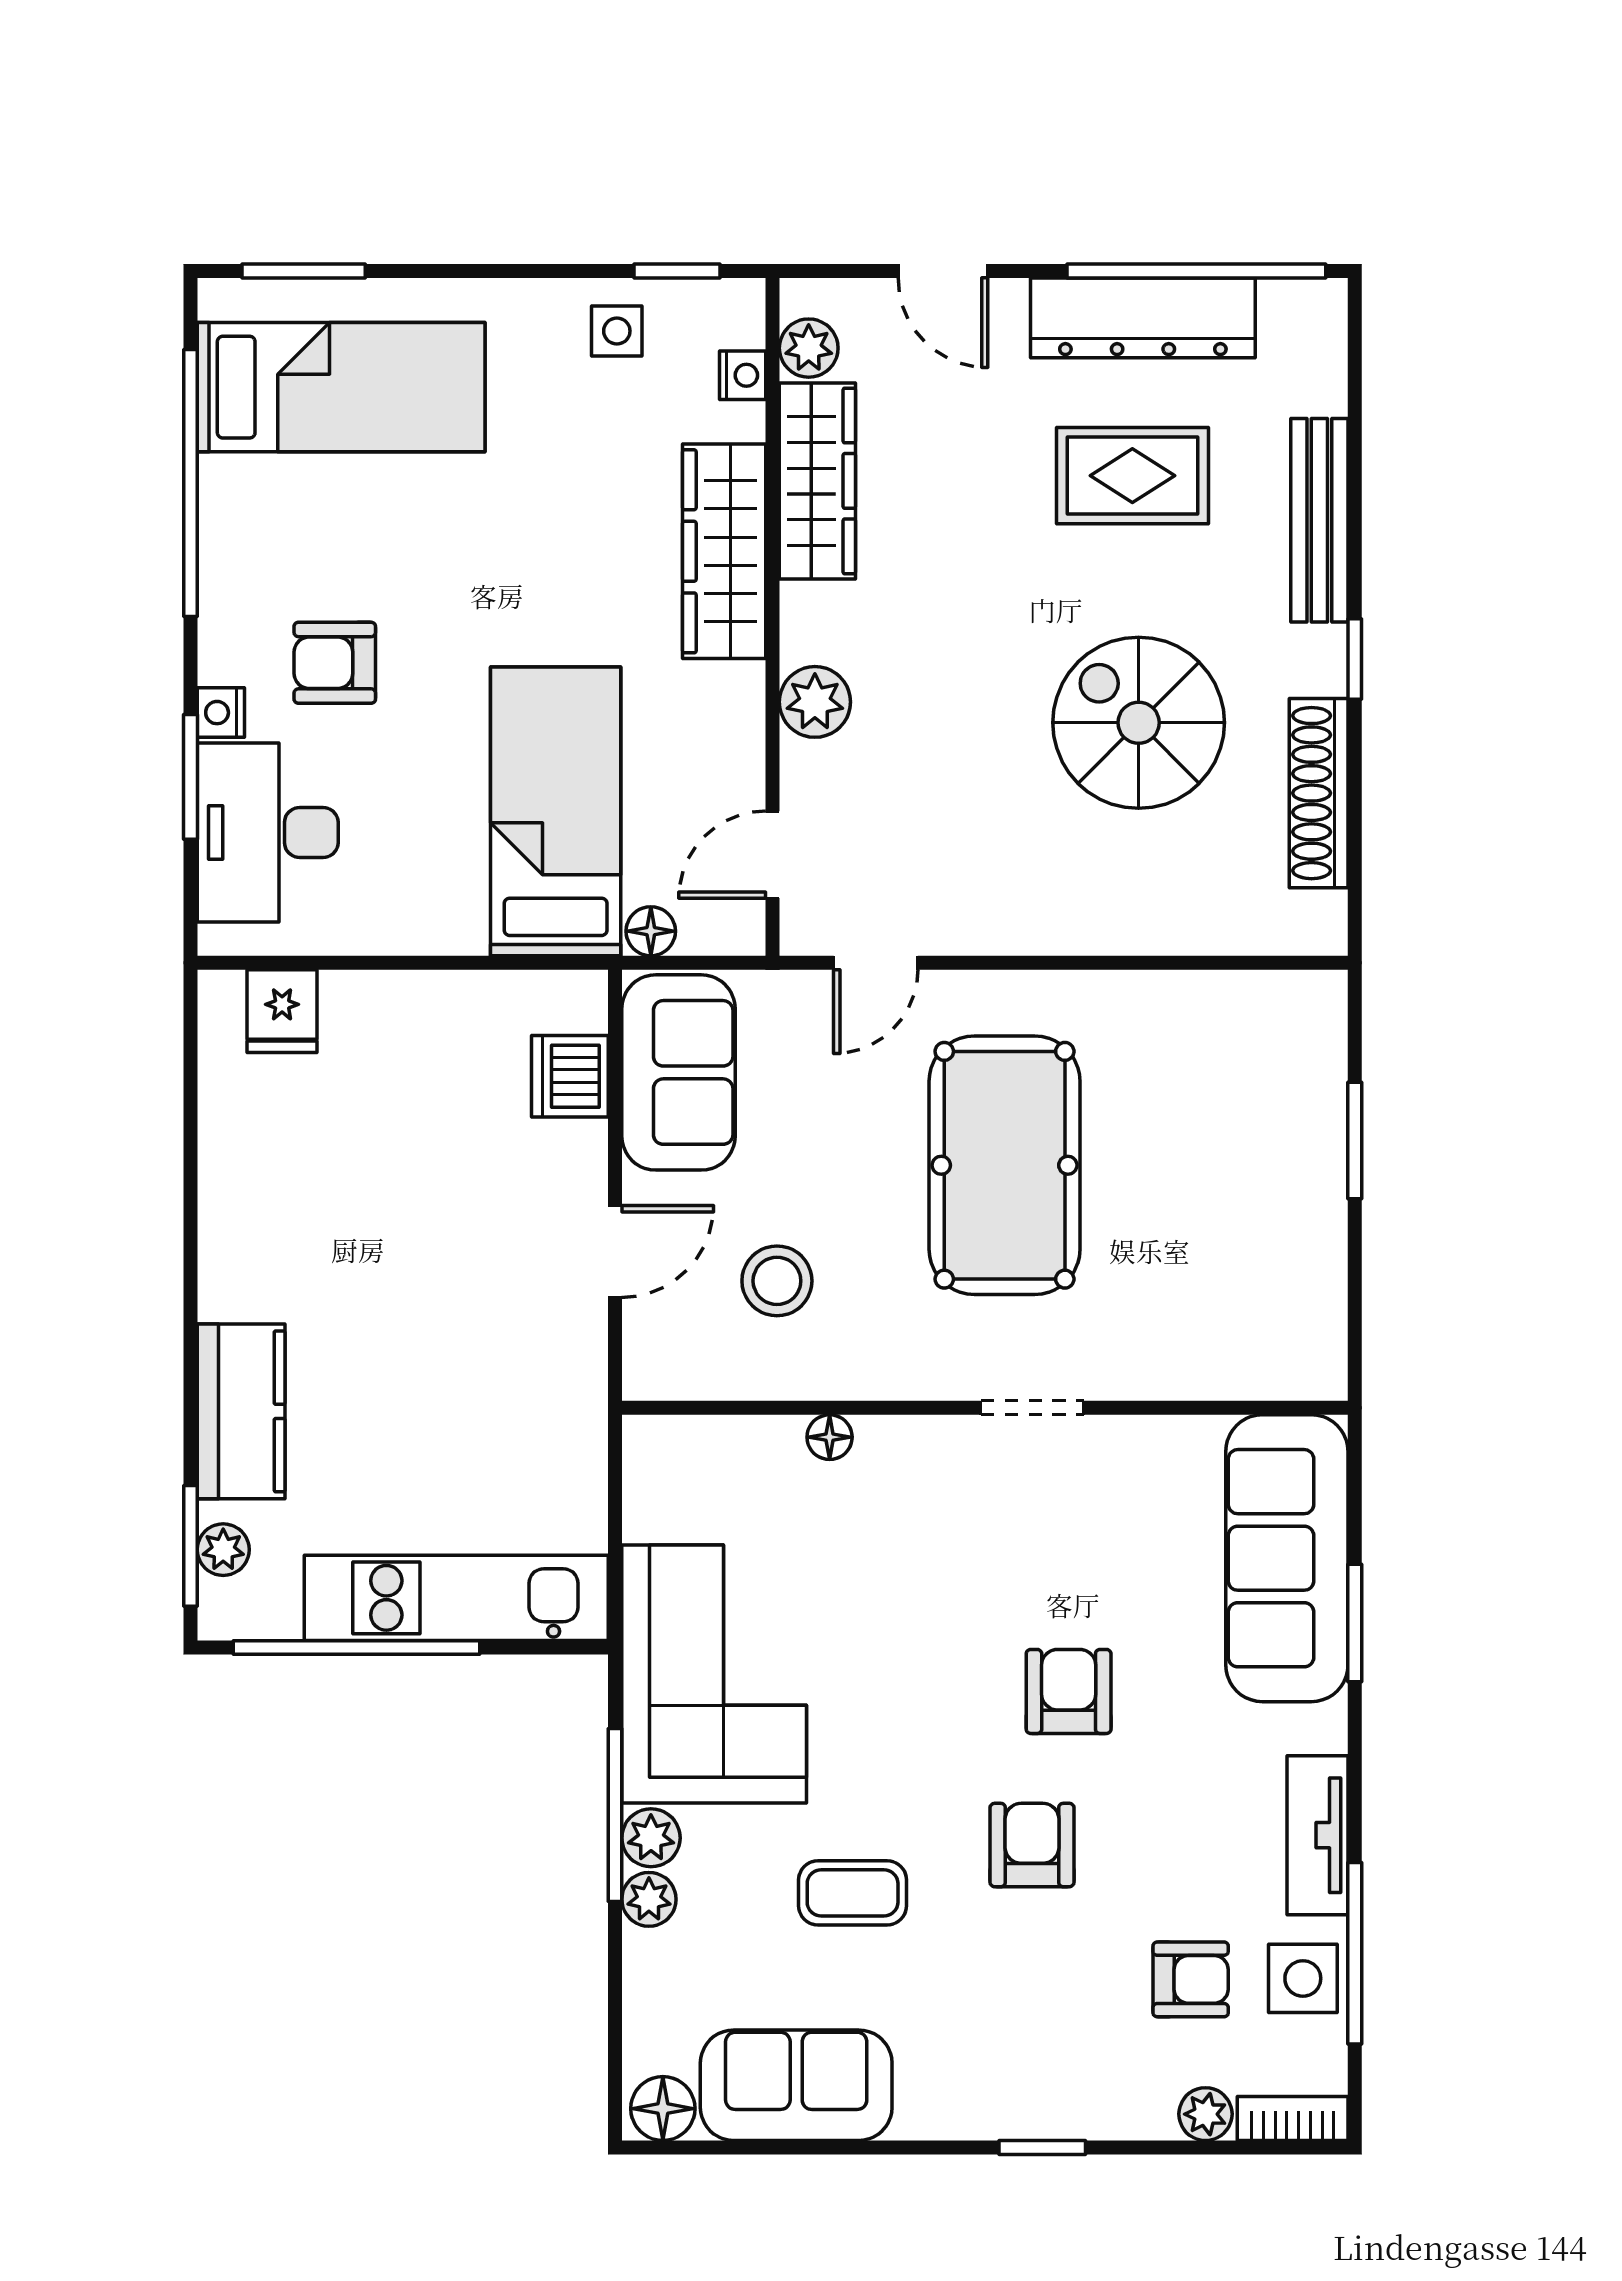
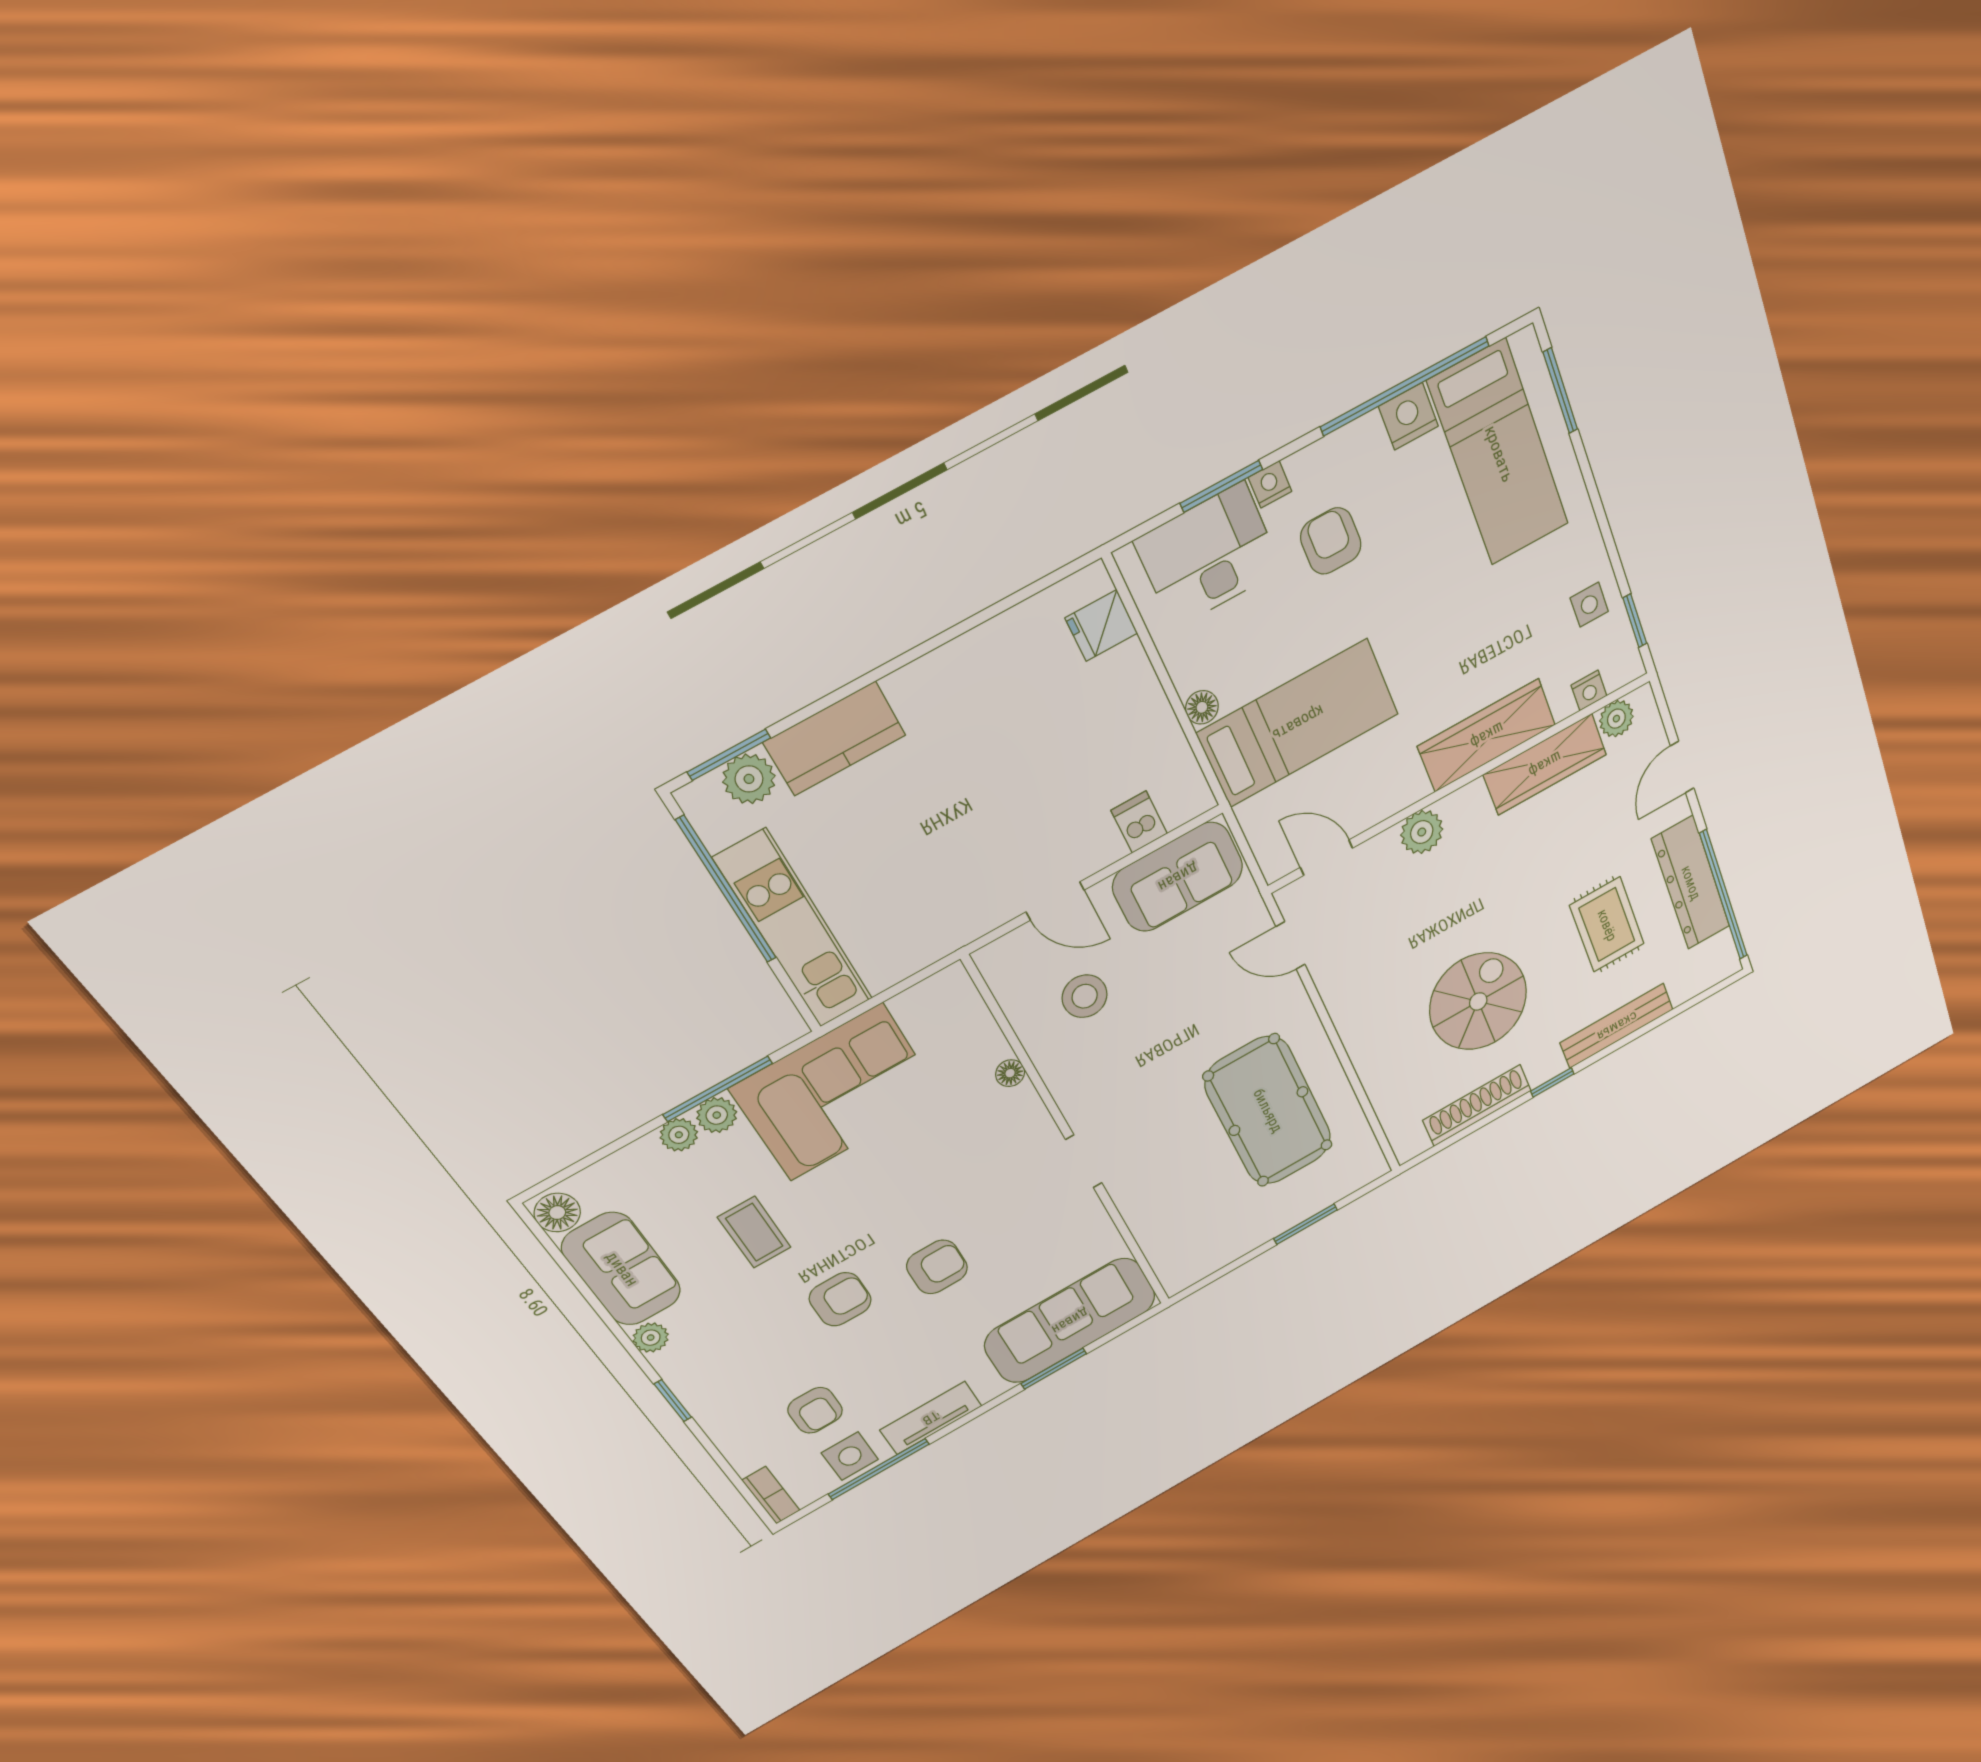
nightstand: (230, 493) -> (1408, 416), added
floor lamp: (651, 931) -> (1202, 707), moved
dishwasher: (570, 1076) -> (1139, 822), width x0.73
pool table: (1005, 1165) -> (1268, 1111), moved, turned 90
plant: (223, 1550) -> (749, 779), width x1.38, depth x1.38
plant: (1205, 2114) -> (651, 1338), moved

